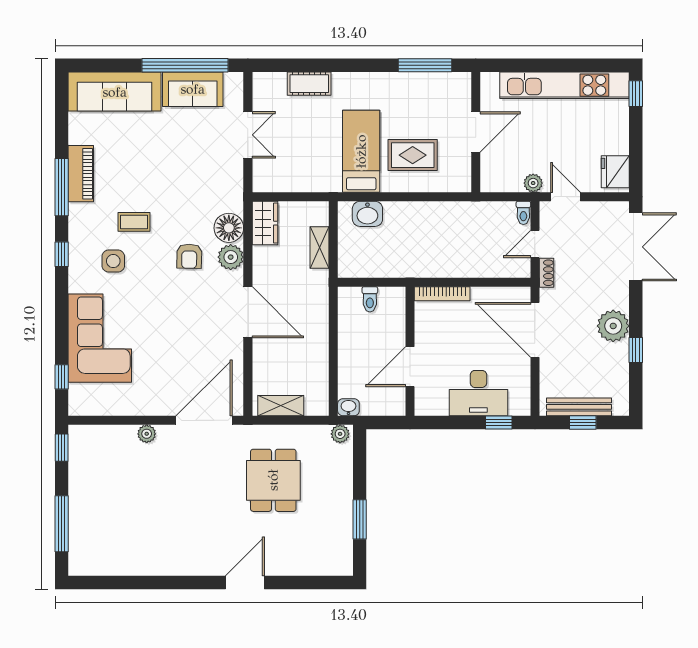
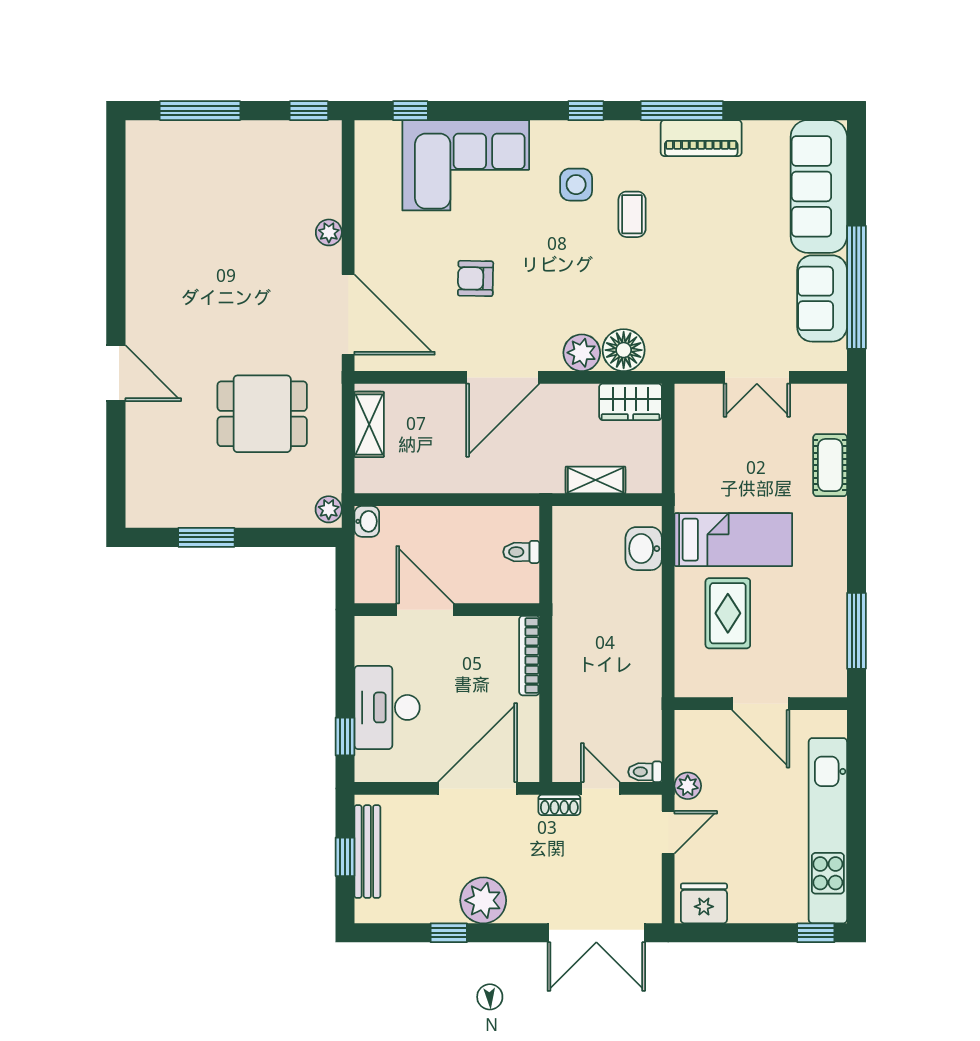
armchair: (189, 256) -> (476, 278), moved

